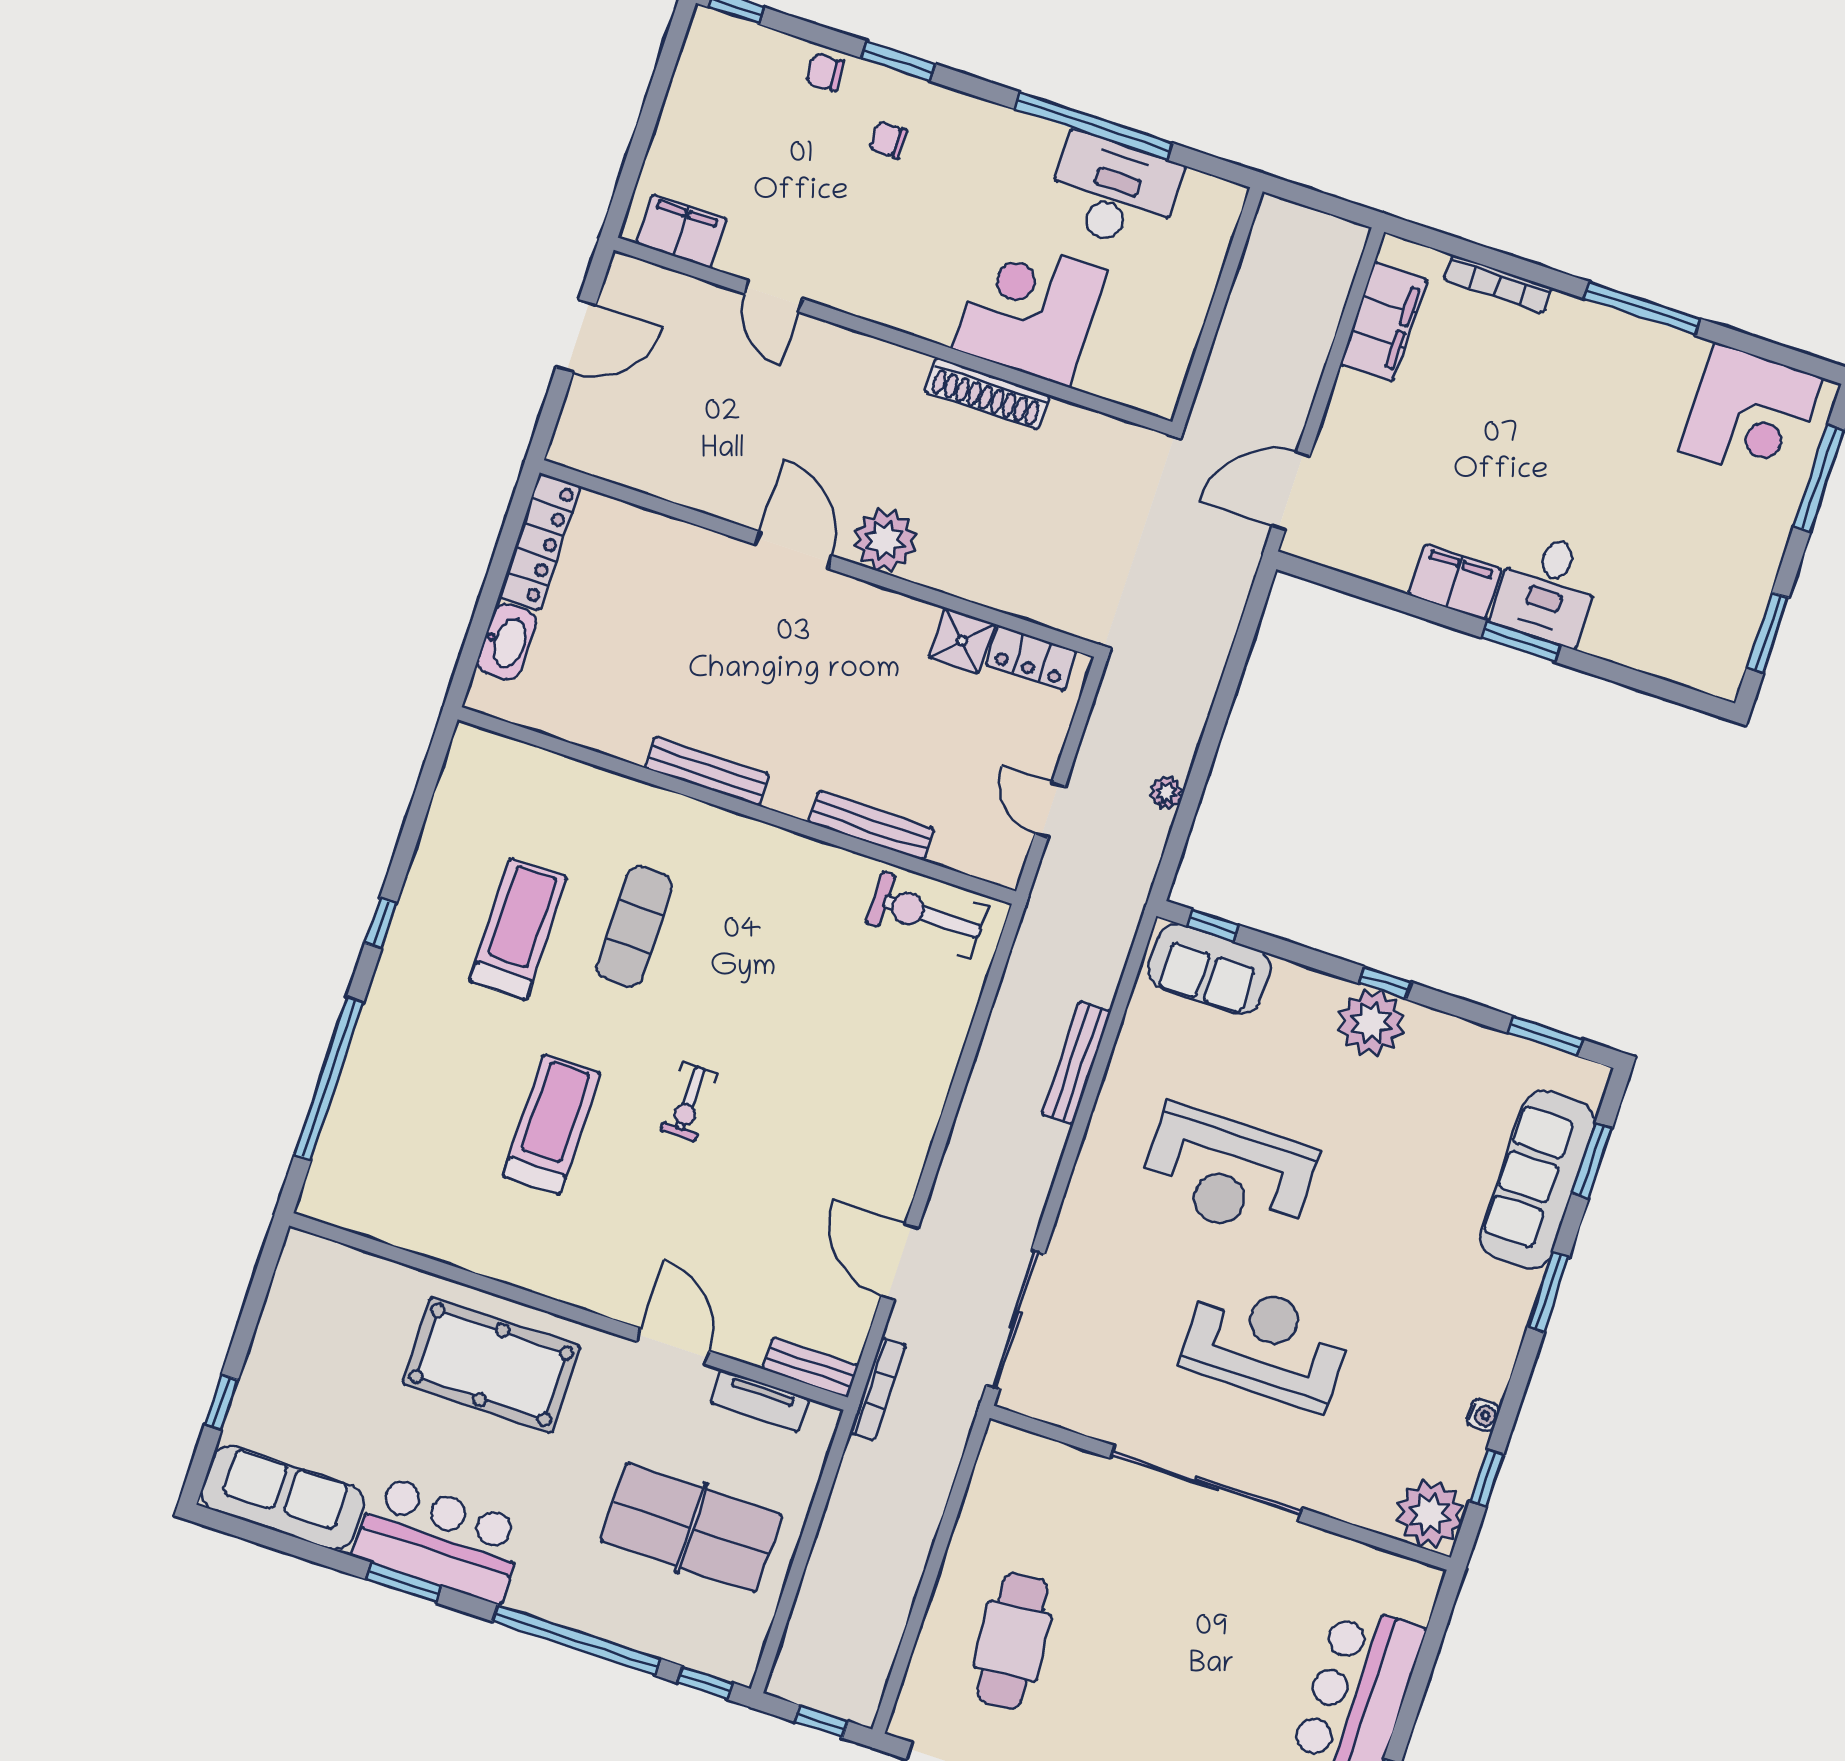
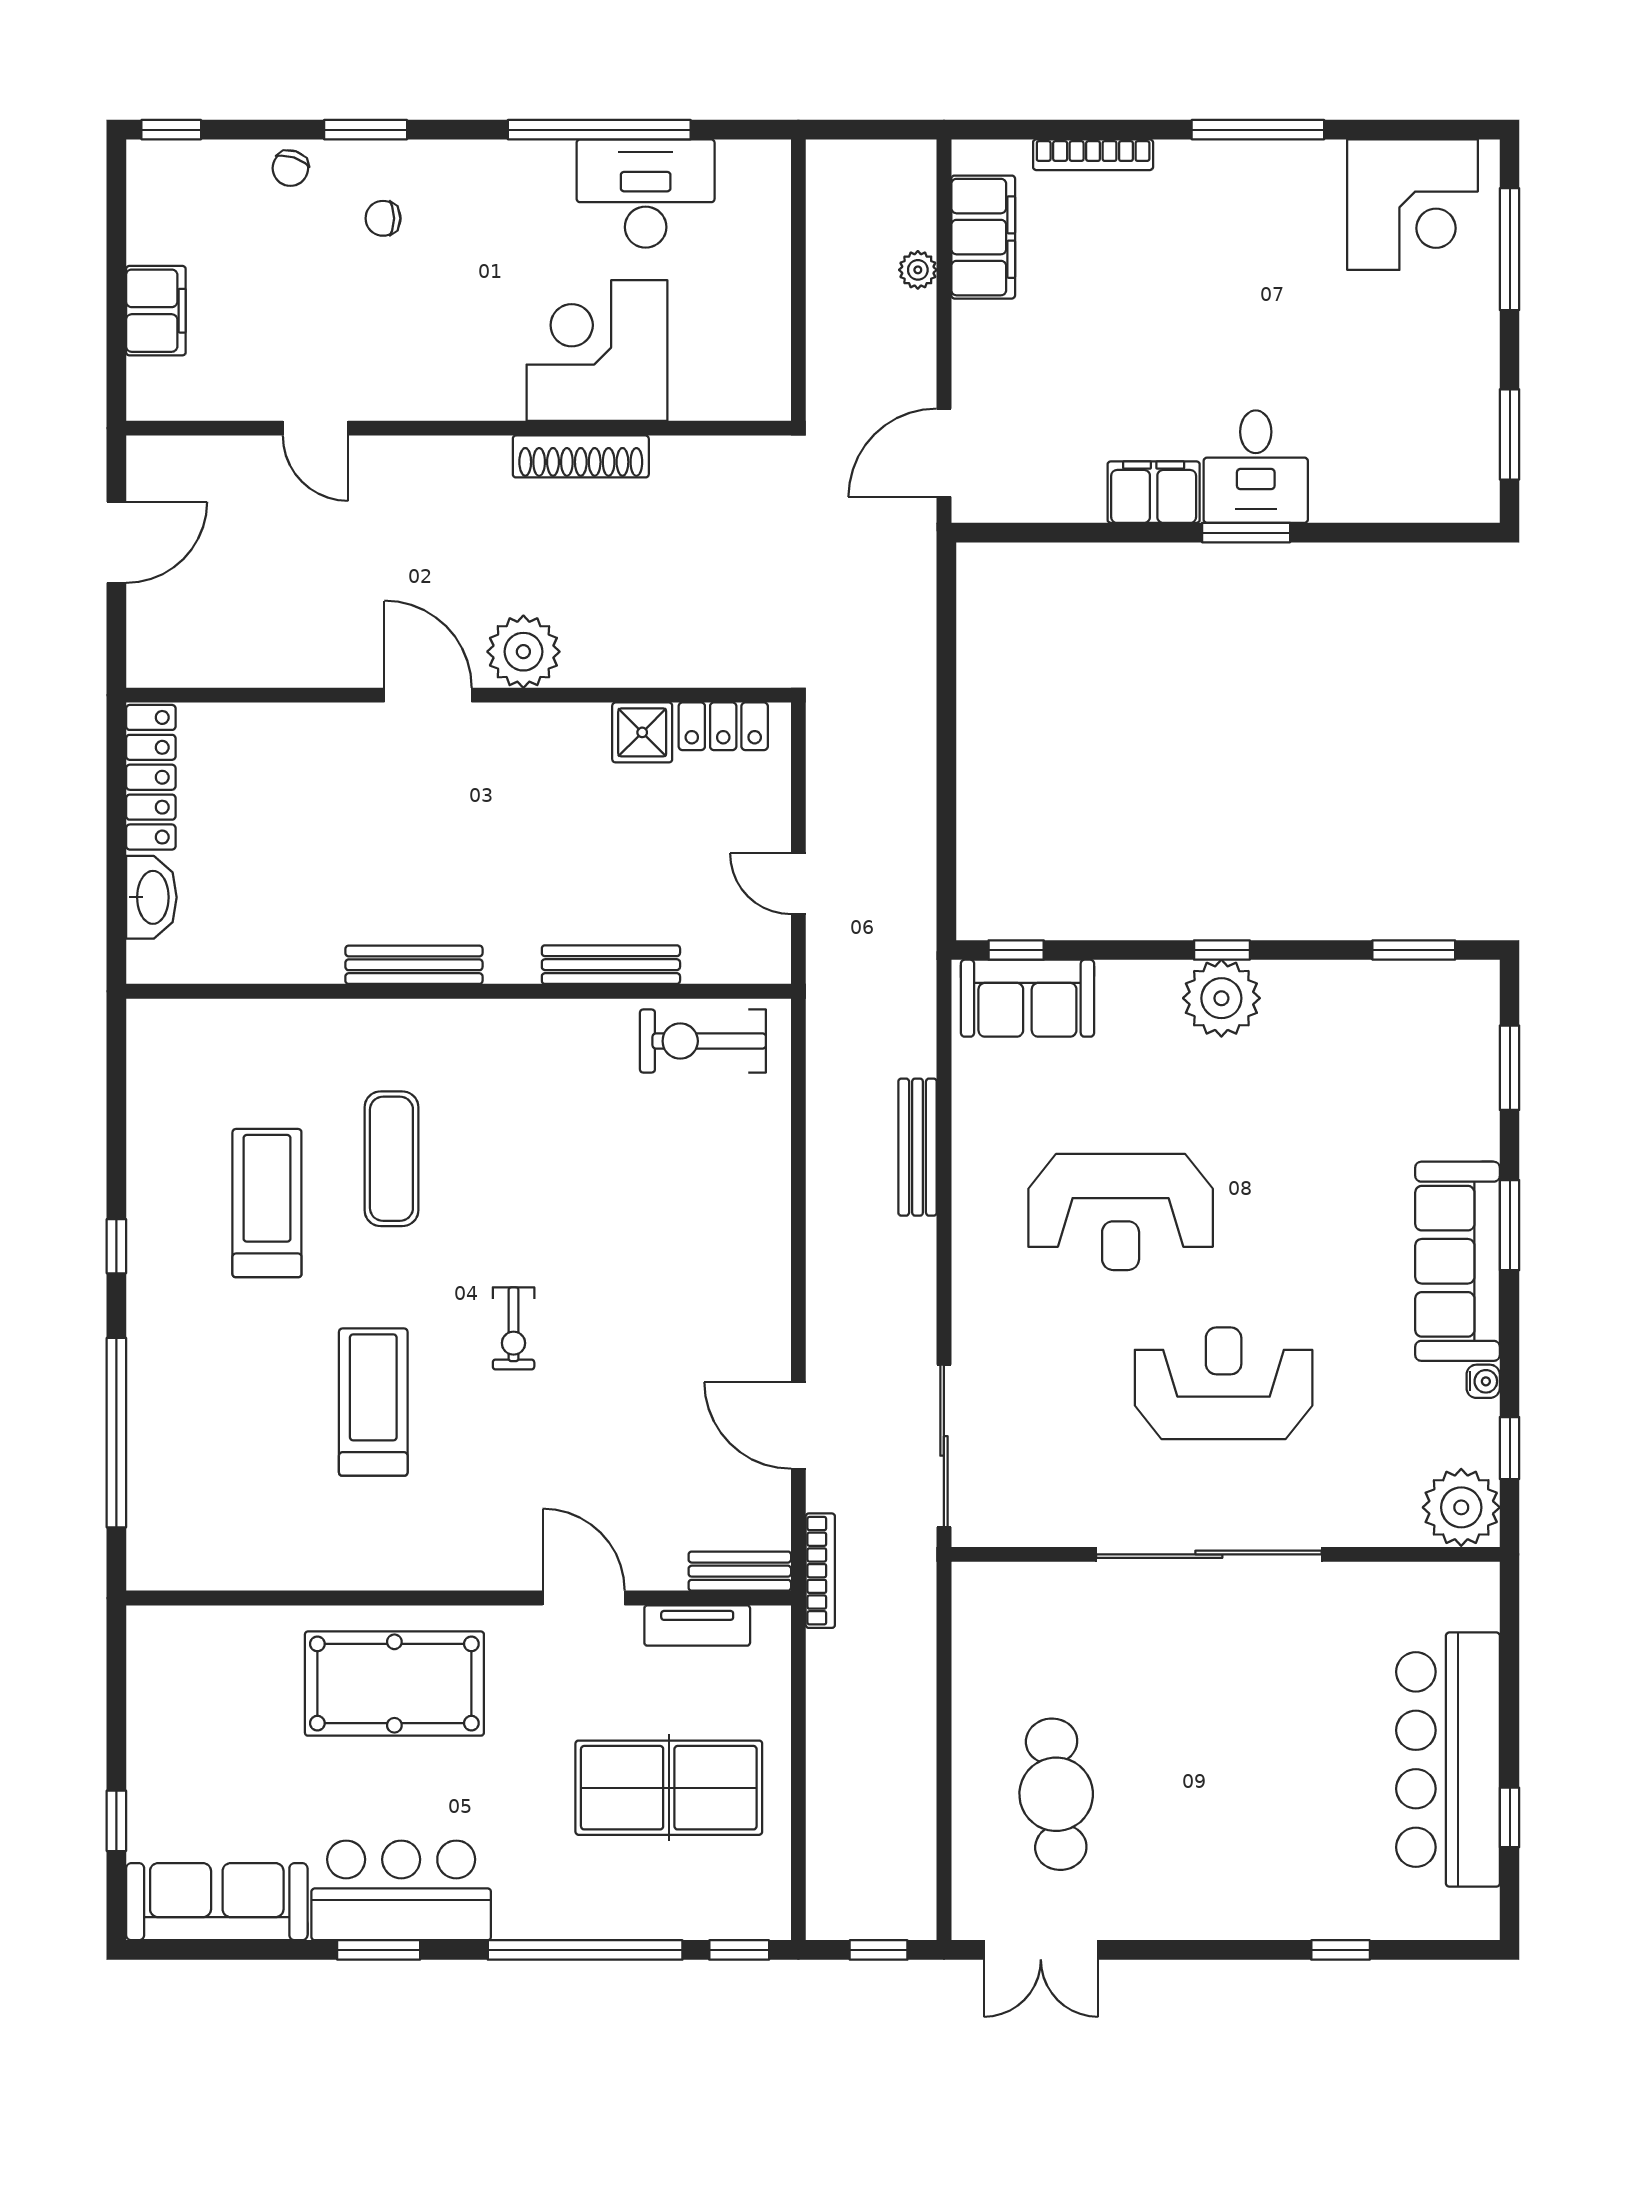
chair: (825, 72) -> (290, 168), turned -69
filing cabinet: (681, 231) -> (156, 311), moved, turned 90
plant: (1166, 793) -> (918, 270), moved
sofa: (1538, 1180) -> (1457, 1261), moved

